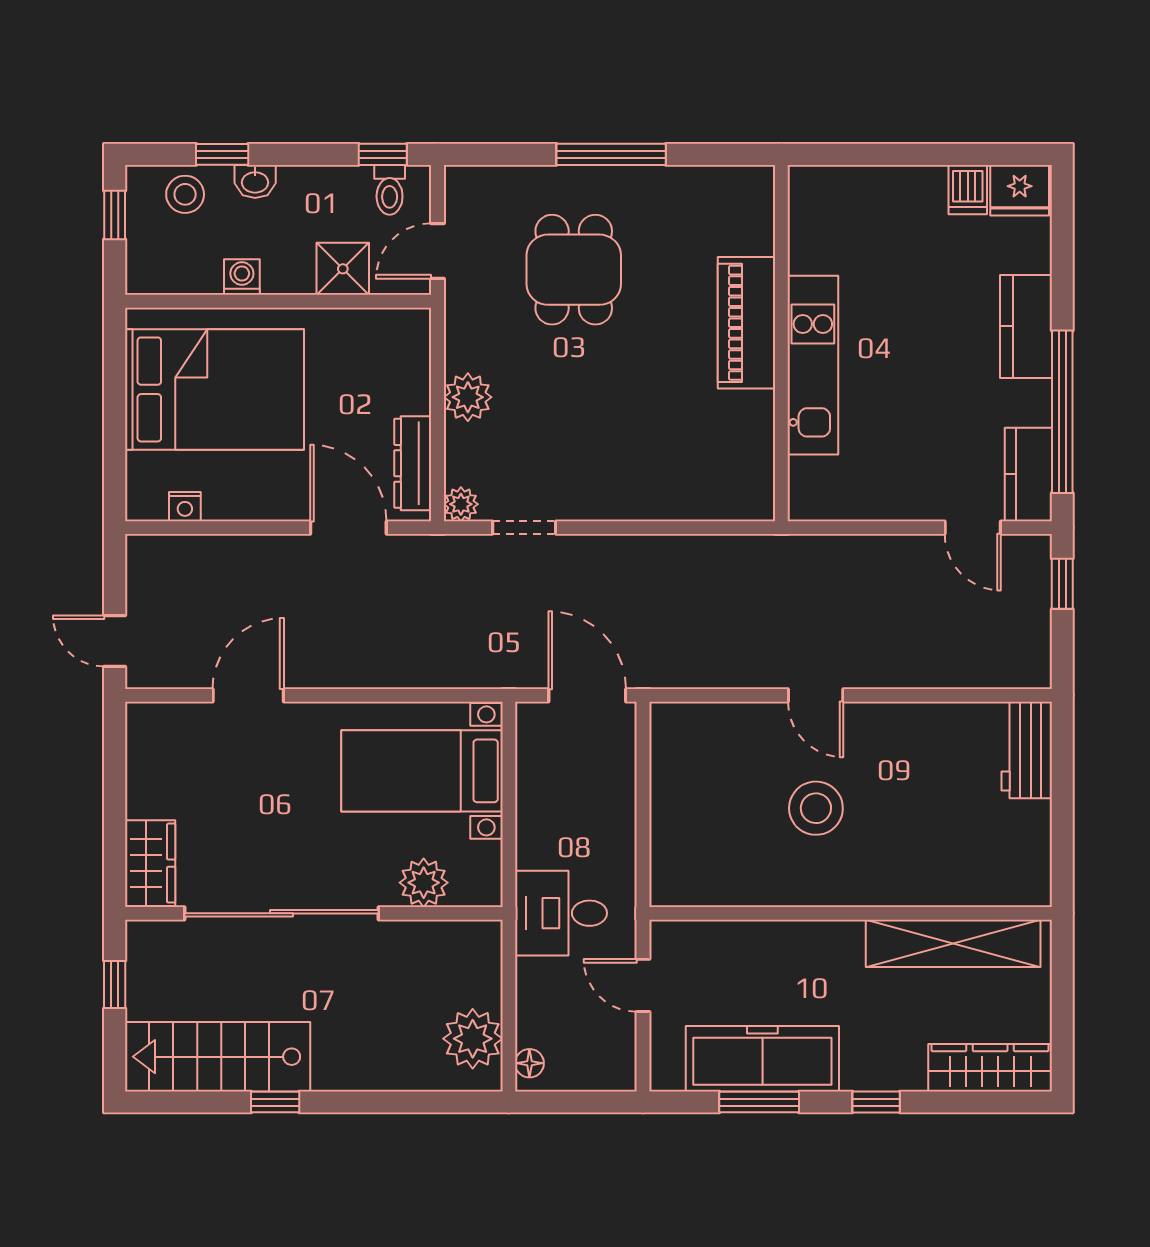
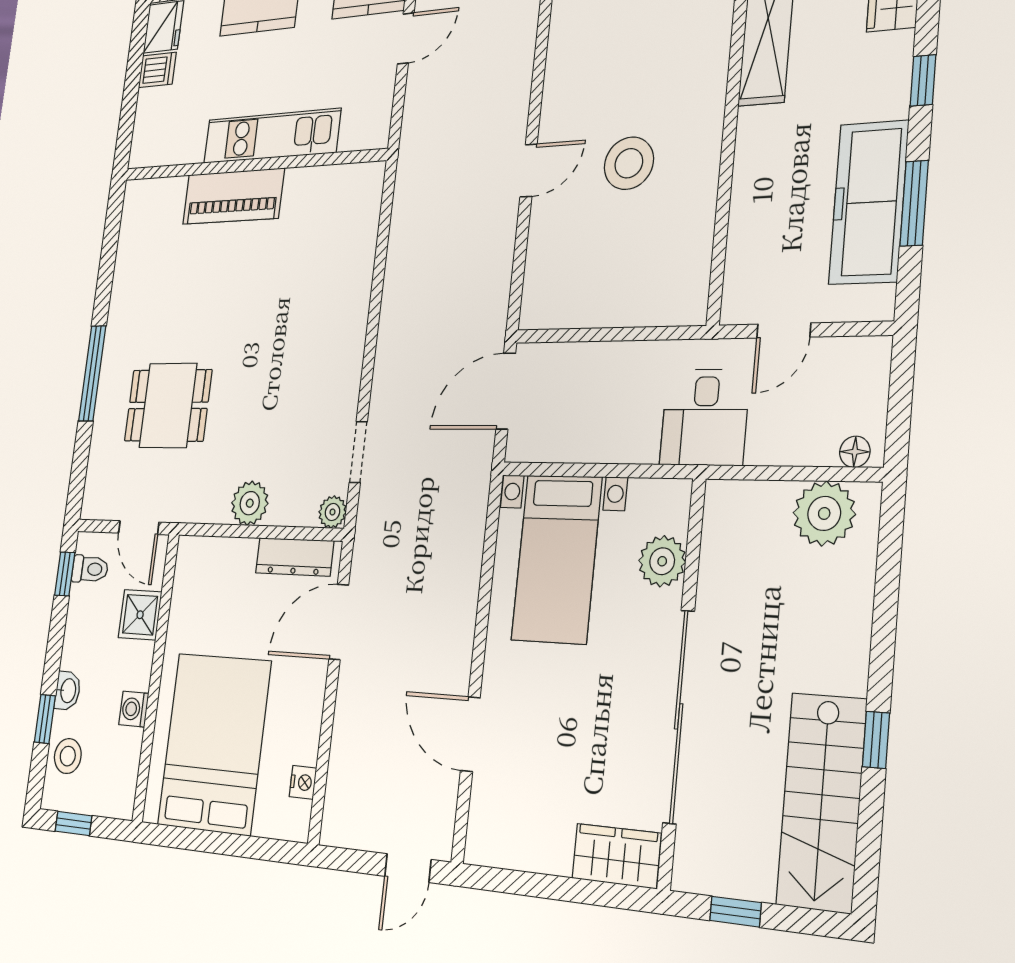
piano: (746, 323) -> (233, 196), moved
wall: (781, 343) -> (252, 165), moved
kitchen unit: (813, 365) -> (271, 136), moved

